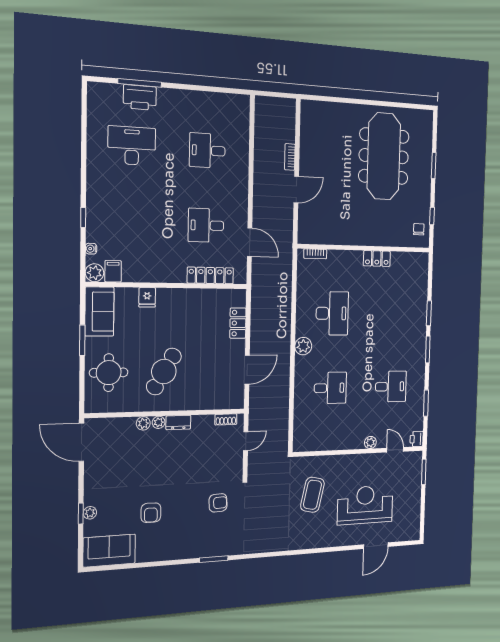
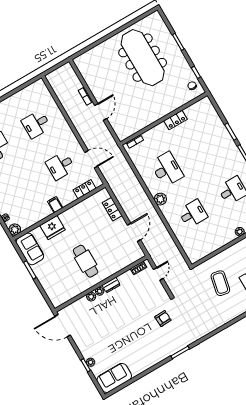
filing cabinet: (113, 271) -> (55, 205), moved
locker: (210, 275) -> (85, 189), width x0.66
fridge: (147, 297) -> (52, 228), width x1.88, depth x1.34
cafe table: (164, 372) -> (86, 261), turned -30
round table: (109, 373) -> (55, 279), removed
armchair: (151, 513) -> (126, 345), removed

